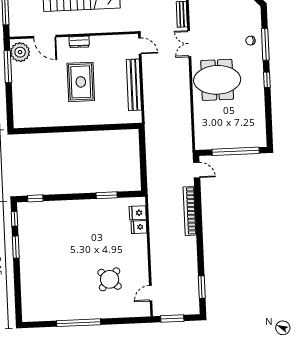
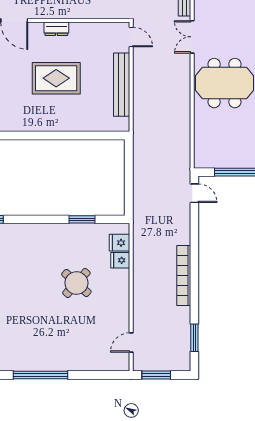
rug: (81, 82) -> (56, 78), turned 90
bookcase: (190, 211) -> (184, 275), moved
round table: (110, 279) -> (76, 283), moved

